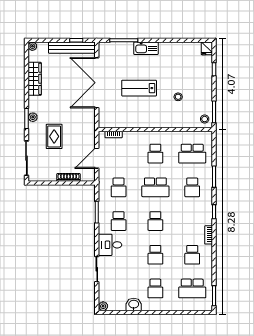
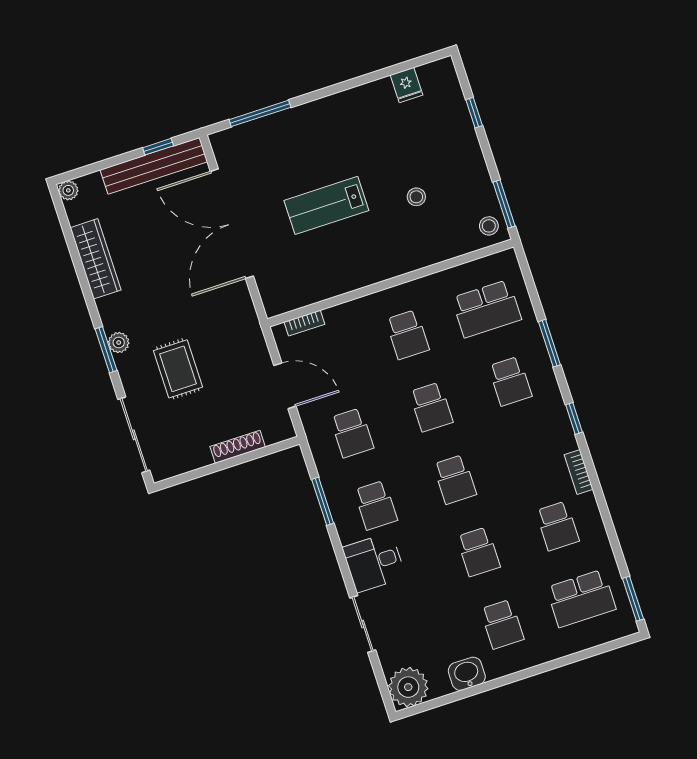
kitchen sink: (146, 48) -> (313, 115), removed
fridge: (207, 48) -> (407, 85), moved
door: (97, 158) -> (285, 386), swing flipped
school desk: (155, 187) -> (431, 407), width x0.54
plant: (103, 306) -> (408, 687), width x1.88, depth x1.88

